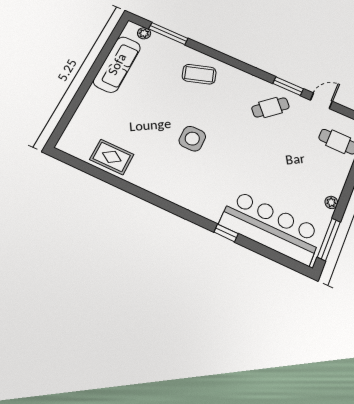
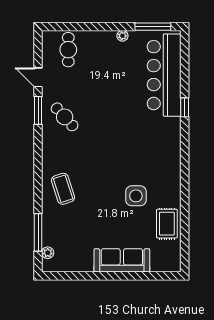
sofa: (117, 64) -> (122, 260), moved
side table: (192, 139) -> (136, 196), moved

